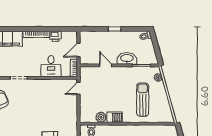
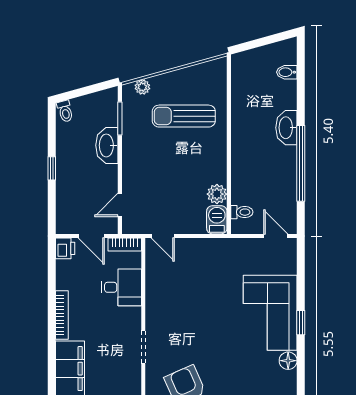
printer: (56, 36) -> (65, 248), moved
door: (106, 65) -> (120, 205), moved
barbecue: (115, 117) -> (217, 220), moved

